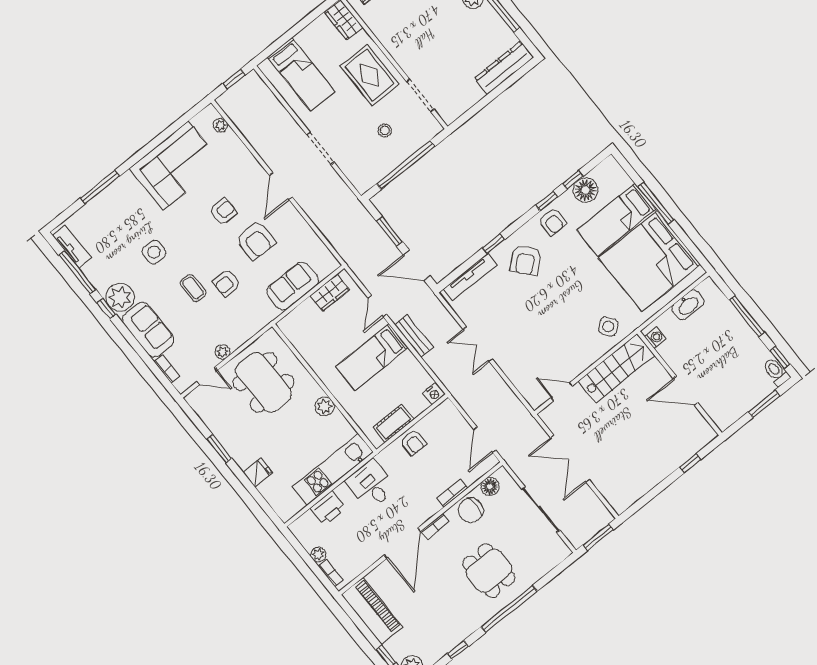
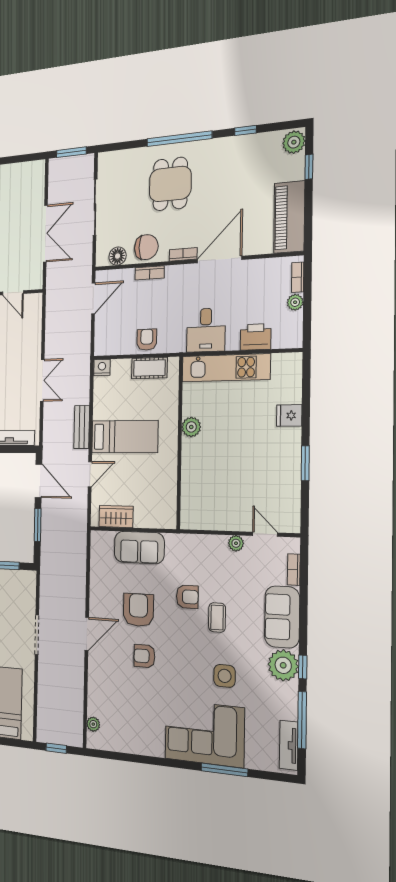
corner sofa: (176, 166) -> (204, 733), moved
dining table: (264, 382) -> (223, 489), removed

